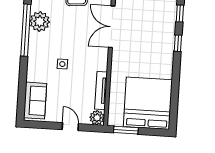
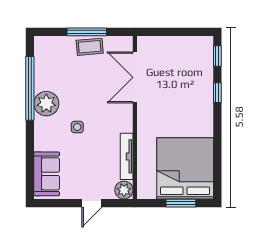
plant: (40, 21) -> (46, 104), moved
door: (70, 127) -> (92, 203), swing flipped
window: (126, 130) -> (181, 203), moved

